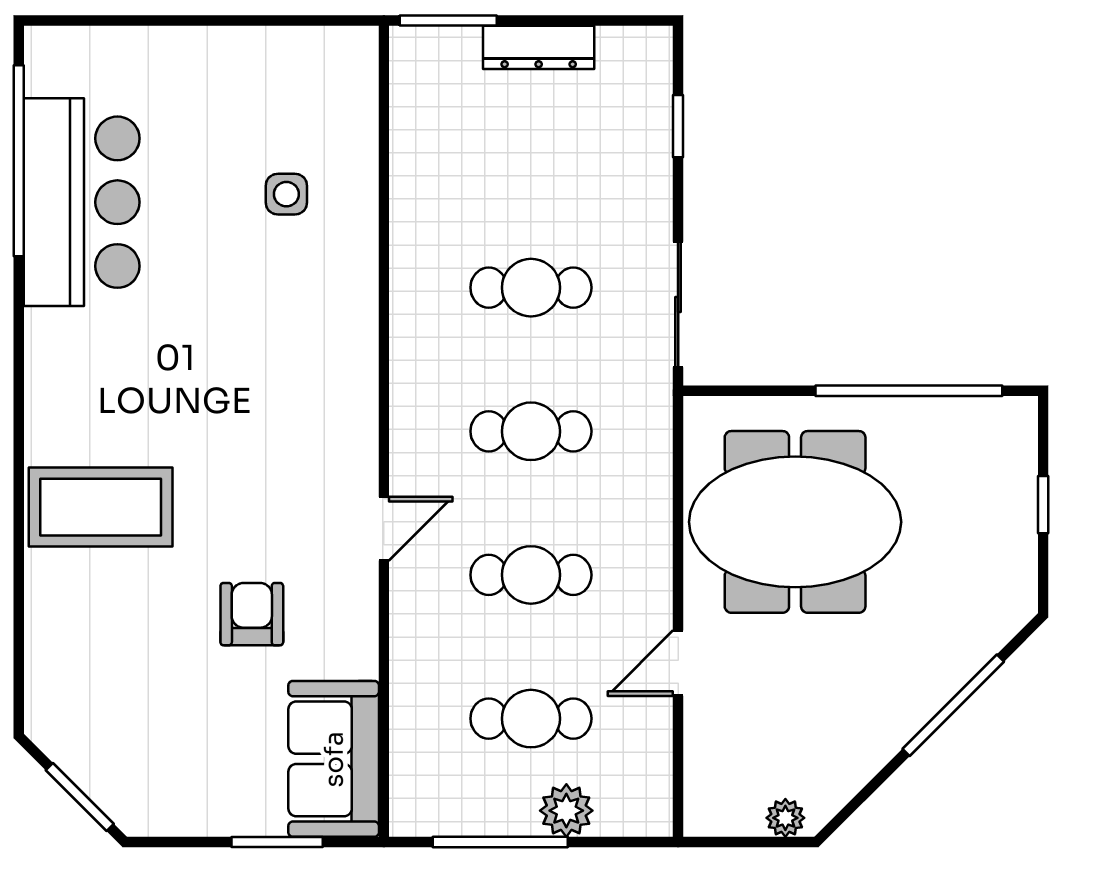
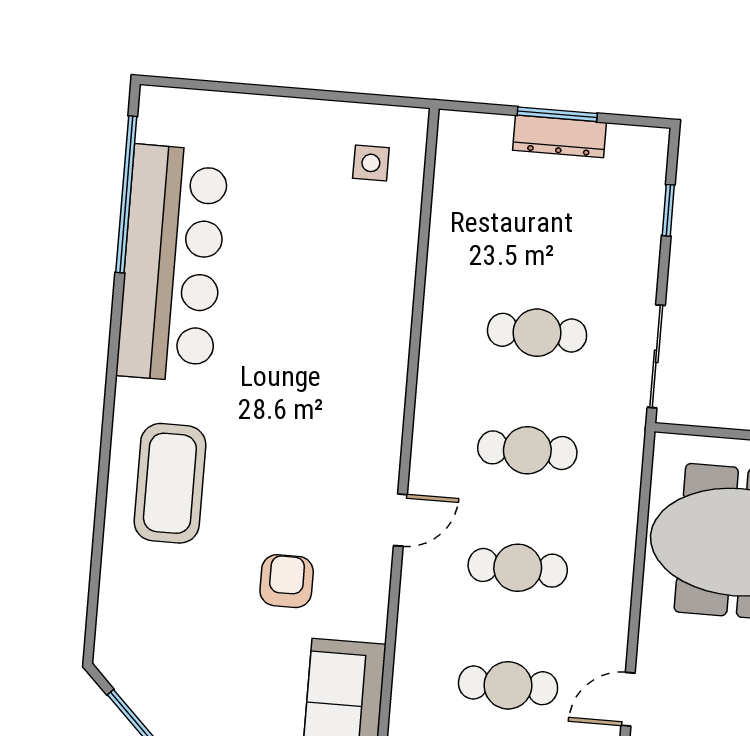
window: (448, 21) -> (557, 114), moved
side table: (286, 194) -> (371, 163), moved
bar counter: (82, 202) -> (172, 263), width x1.36
coffee table: (101, 507) -> (170, 483), turned 90
door: (678, 663) -> (628, 699), moved

